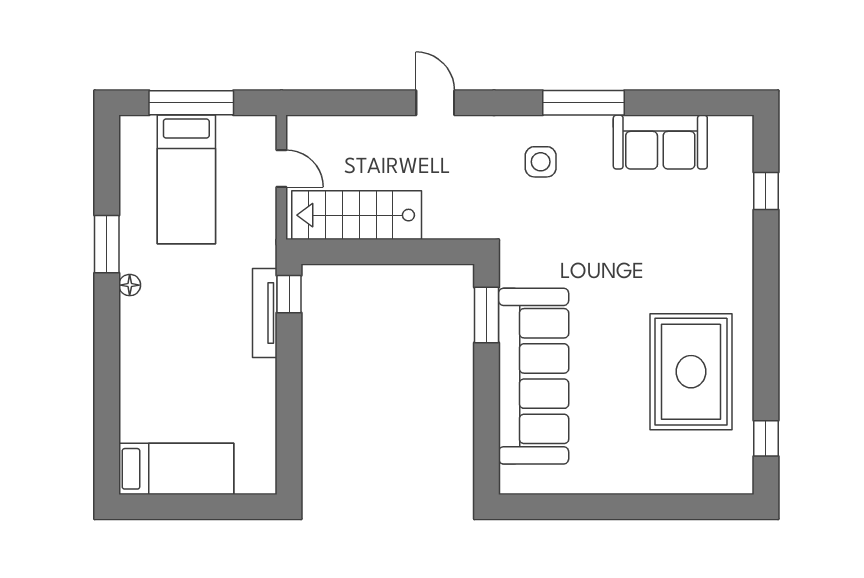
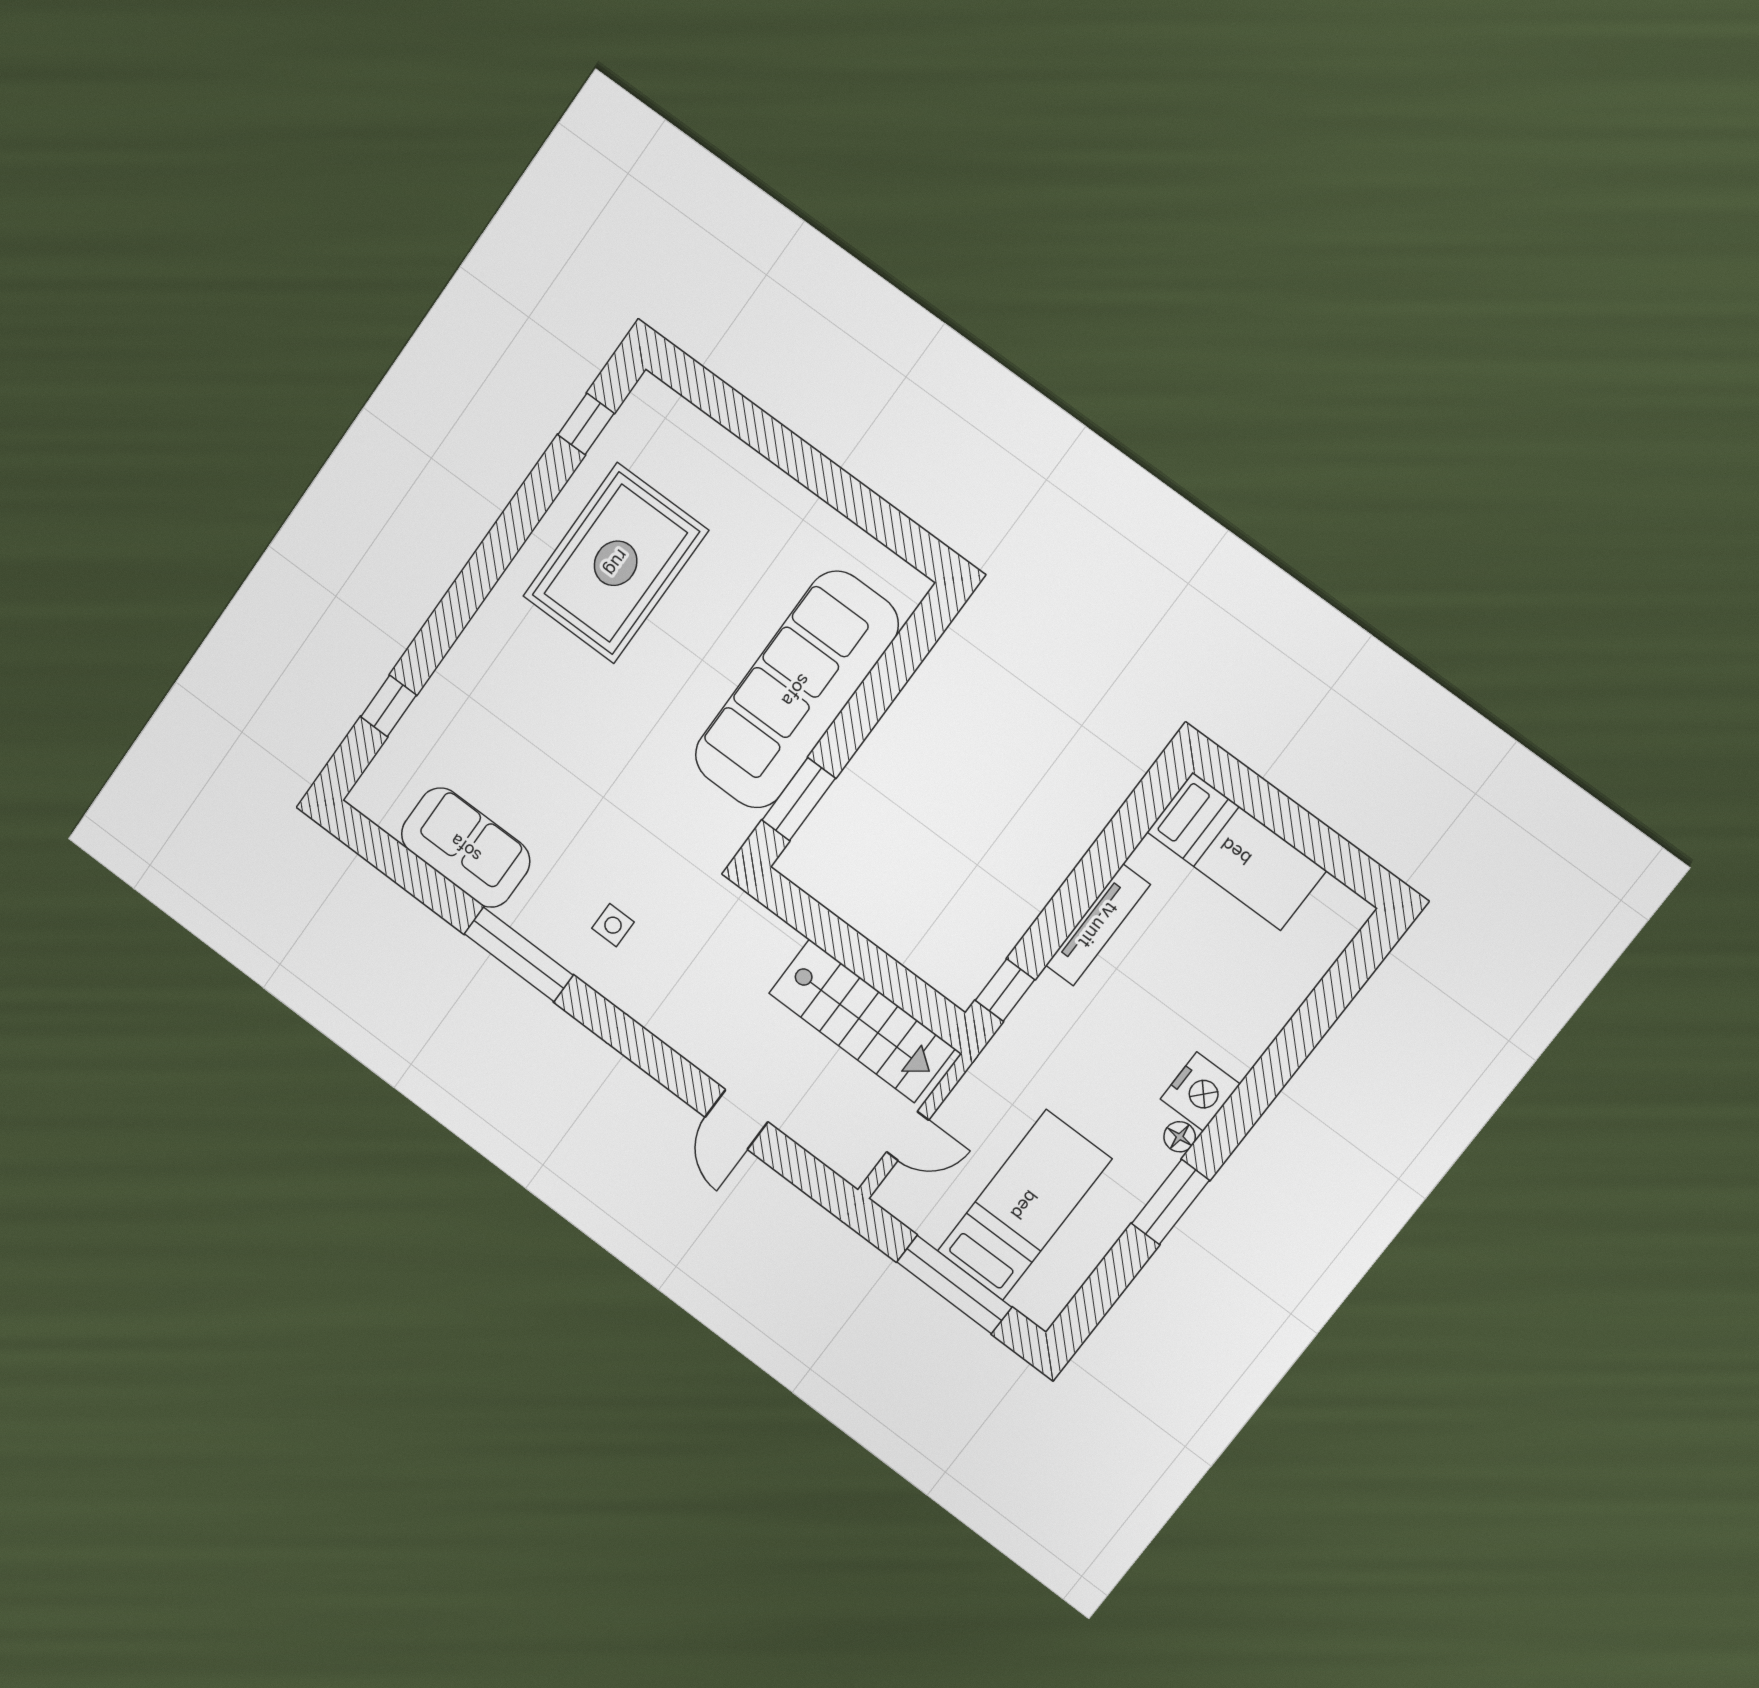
door: (435, 103) -> (736, 1119), moved
side table: (541, 162) -> (613, 925), width x0.73, depth x0.73
door: (281, 168) -> (908, 1136), swing flipped
tv unit: (265, 313) -> (1098, 925), moved
nightstand: (138, 319) -> (1200, 1092), added
bed: (176, 469) -> (1236, 851), moved, turned 180

